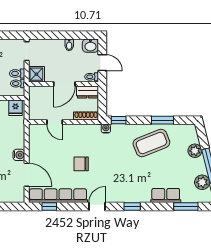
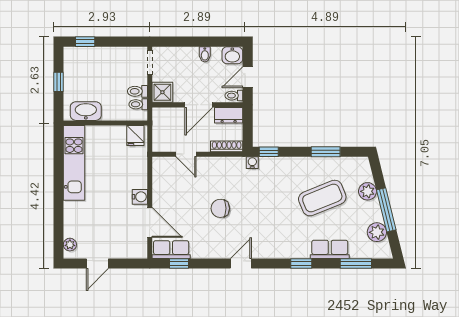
door: (102, 63) -> (248, 77), swing flipped
coffee table: (151, 143) -> (322, 198), moved
row of seats: (58, 196) -> (171, 250), width x0.50
window: (132, 207) -> (301, 264), moved

